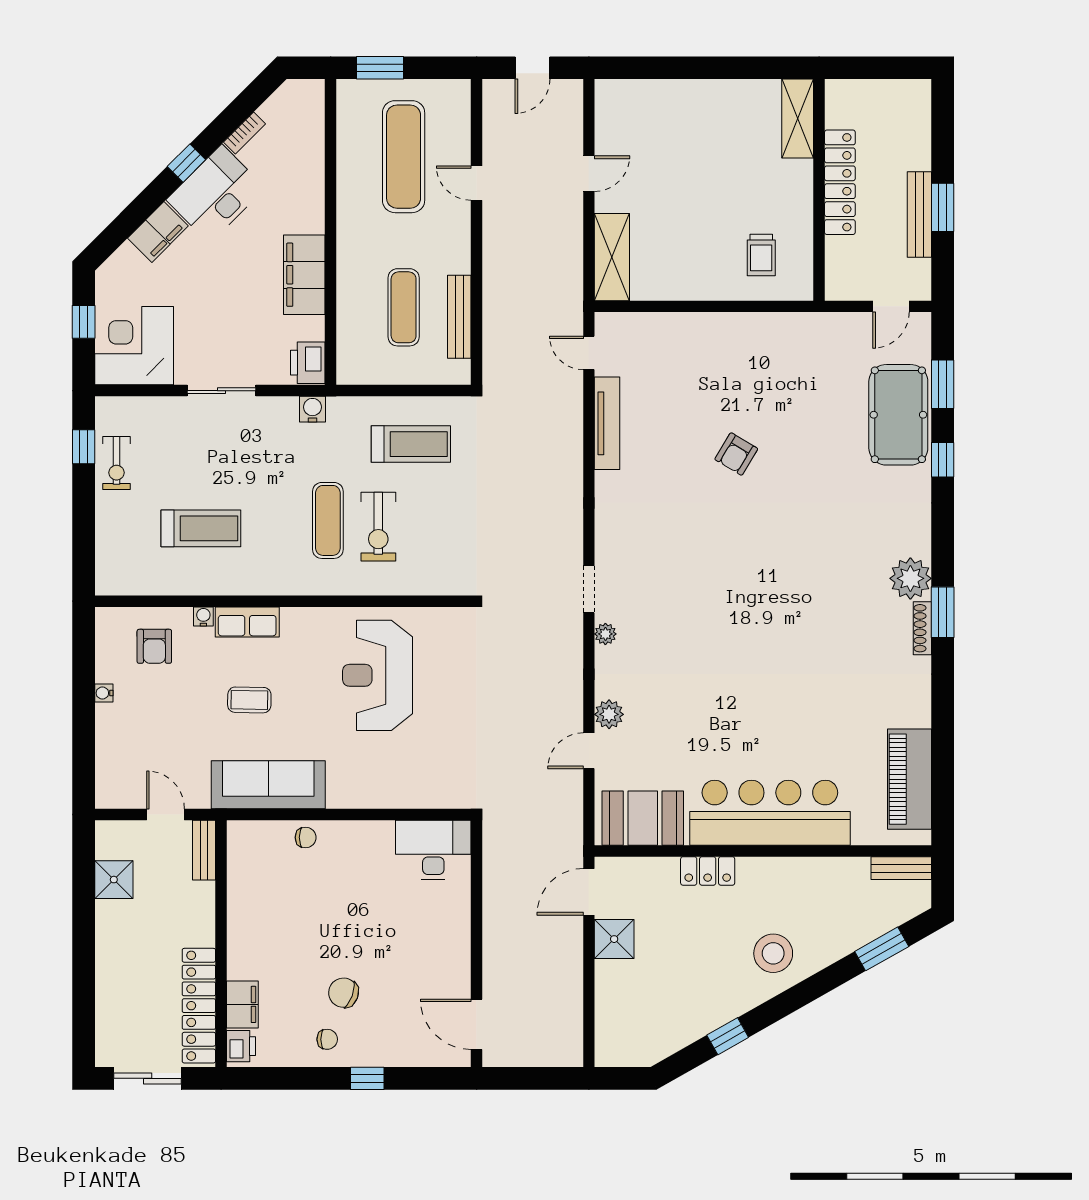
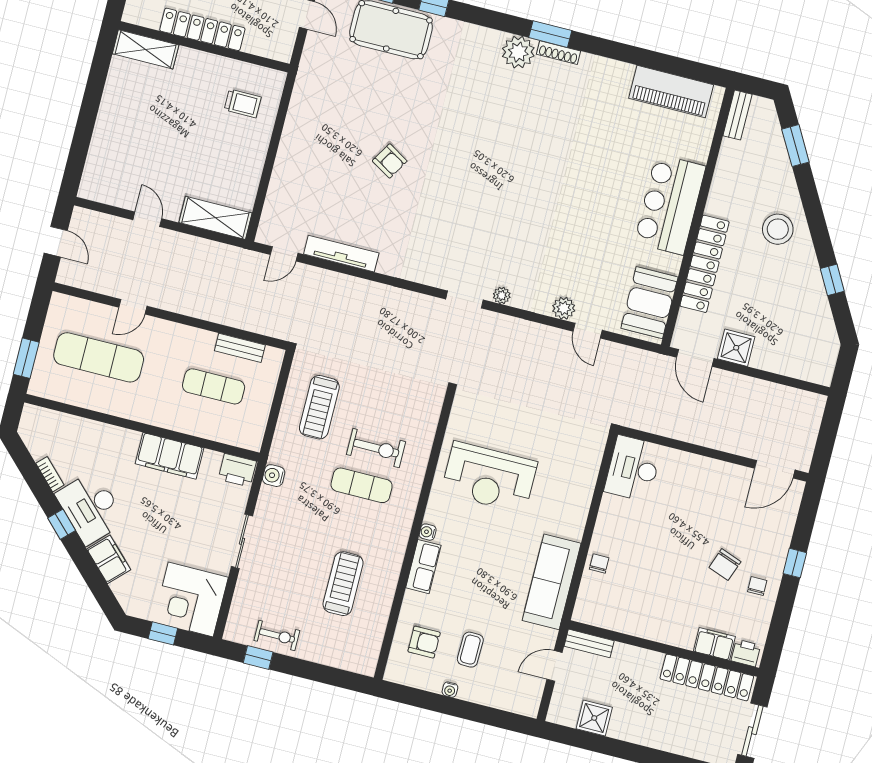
bench: (459, 317) -> (240, 348), width x0.73
treadmill: (411, 444) -> (319, 407), turned 180
water cooler: (203, 616) -> (428, 532), moved
coffee table: (249, 700) -> (470, 650), moved
bar counter: (770, 813) -> (670, 205), width x0.73
locker: (708, 871) -> (705, 264), width x2.16, depth x1.21

